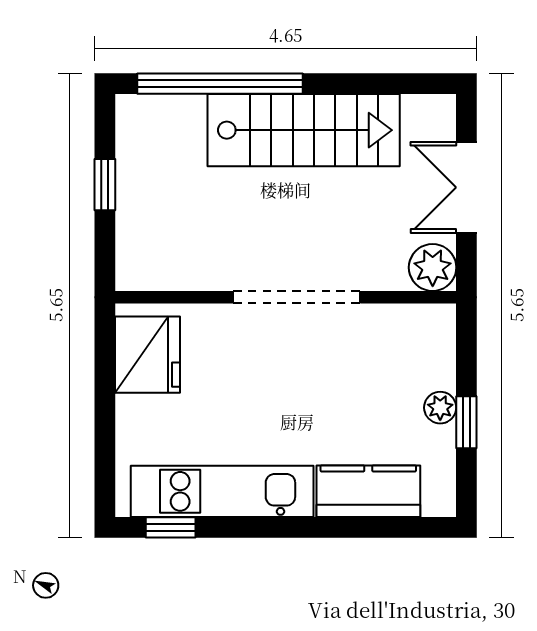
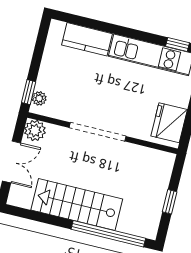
plant: (440, 408) -> (39, 98), moved
window: (466, 422) -> (29, 92), moved

